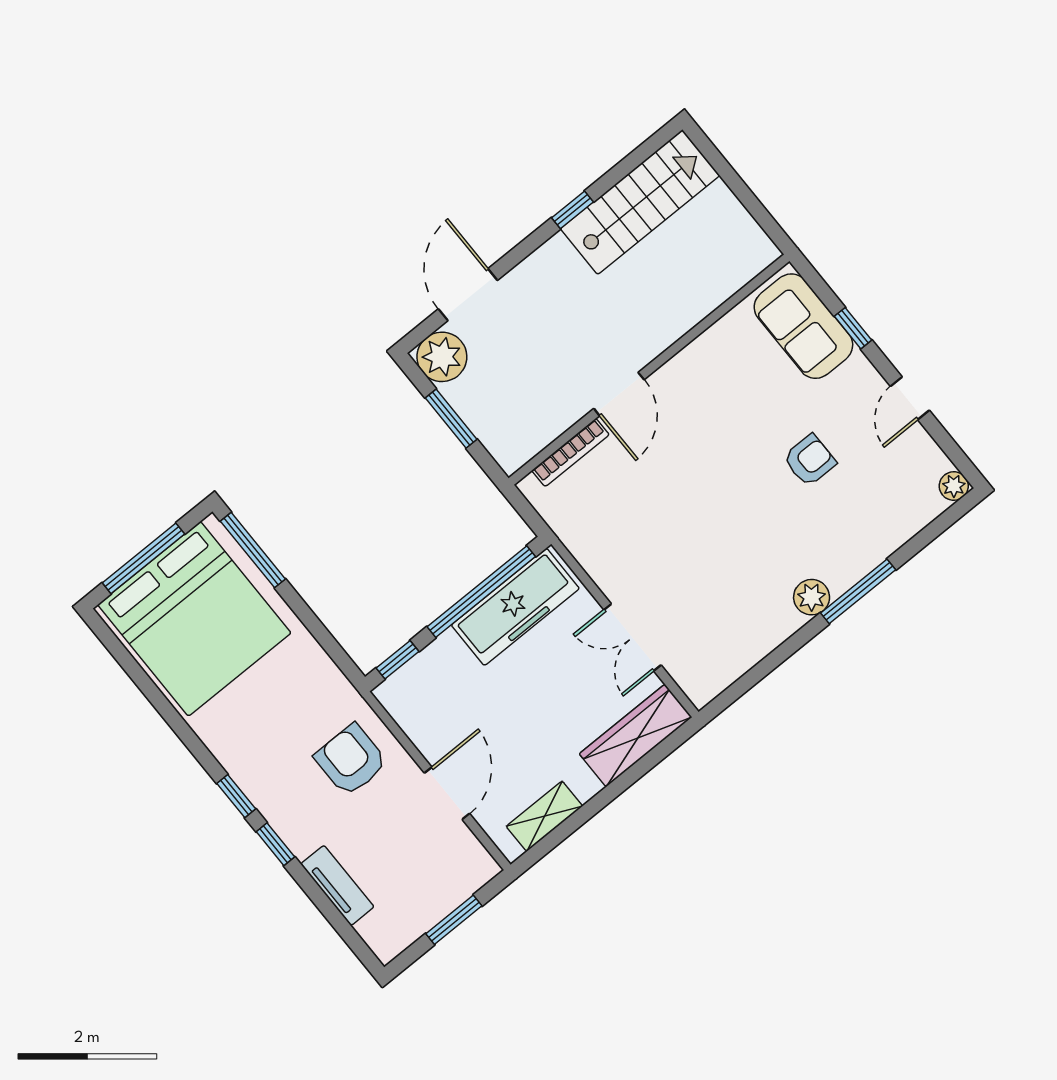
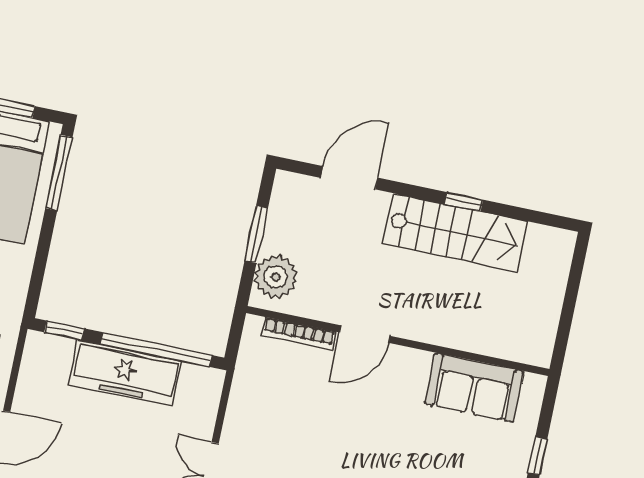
stairs: (640, 202) -> (455, 233), moved
sofa: (803, 326) -> (474, 387), moved, turned -90
plant: (442, 357) -> (276, 277), moved
freezer: (515, 607) -> (125, 373), moved

